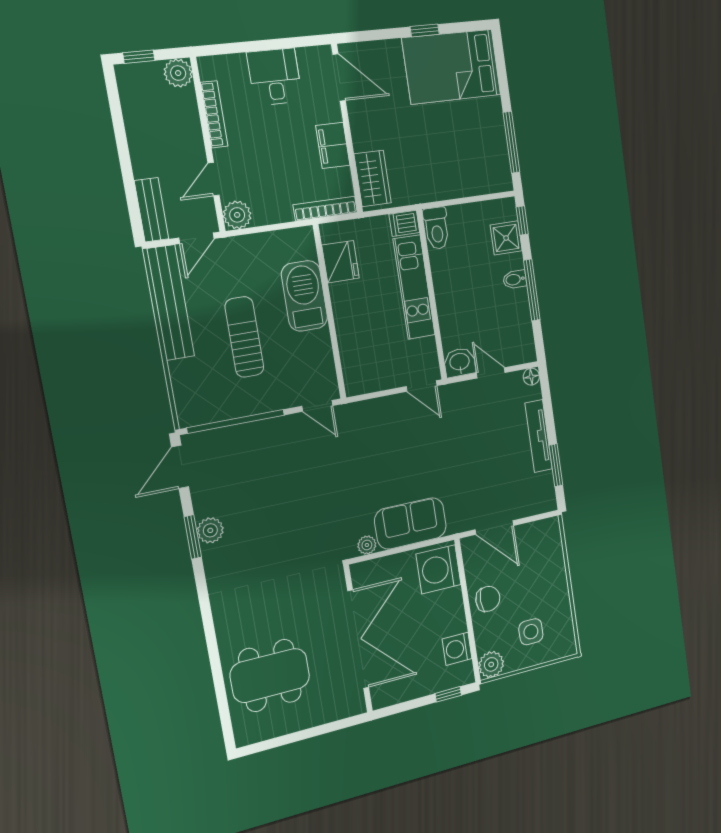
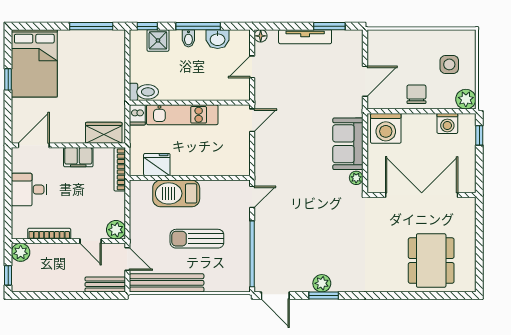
washbasin: (460, 362) -> (218, 39), moved, turned -90

